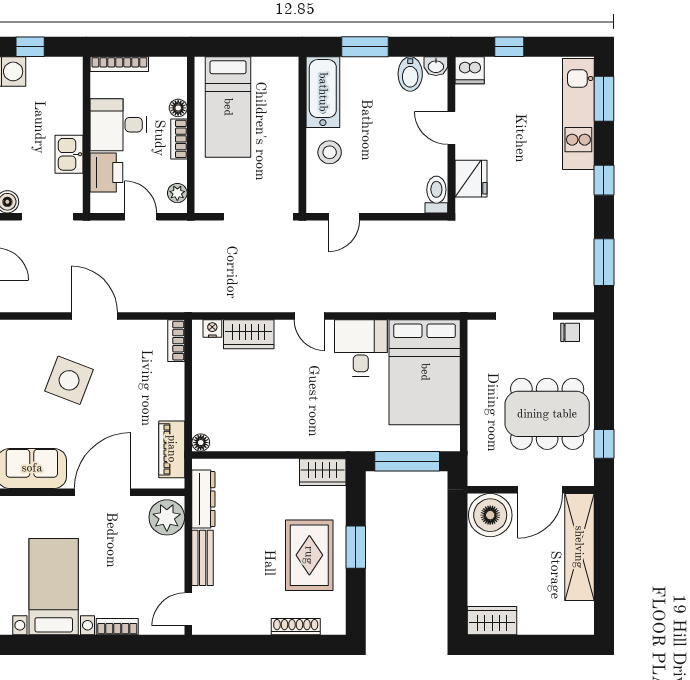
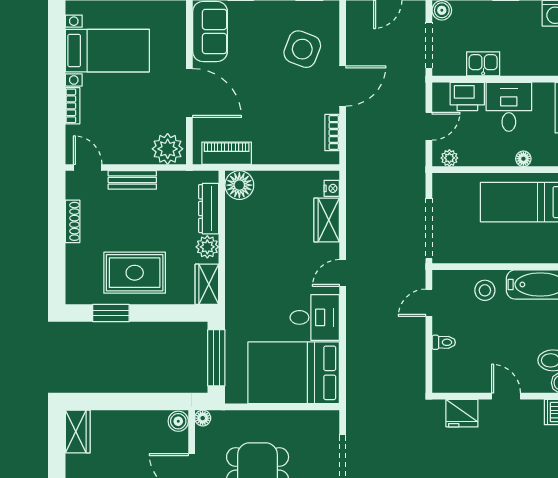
door: (451, 128) -> (506, 396), hinge flipped
bookcase: (179, 139) -> (496, 159), removed
toilet: (436, 195) -> (444, 342), moved, width x0.73, depth x0.72
door: (344, 217) -> (429, 303), hinge flipped
bookcase: (176, 341) -> (332, 133), moved, turned -90
side table: (69, 380) -> (302, 49), moved
floor lamp: (201, 443) -> (239, 185), width x1.89, depth x1.89
plant: (280, 472) -> (207, 247), added
floor lamp: (477, 477) -> (203, 418), added
dresser: (203, 499) -> (209, 209), moved, turned 90
boiler: (490, 515) -> (178, 421), width x0.54, depth x0.54
window: (356, 547) -> (111, 313), moved
shoe rack: (296, 627) -> (73, 221), moved

